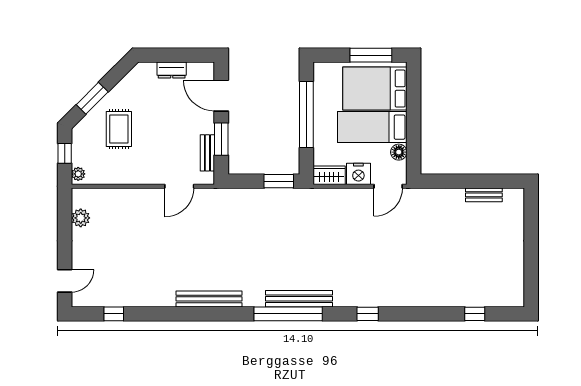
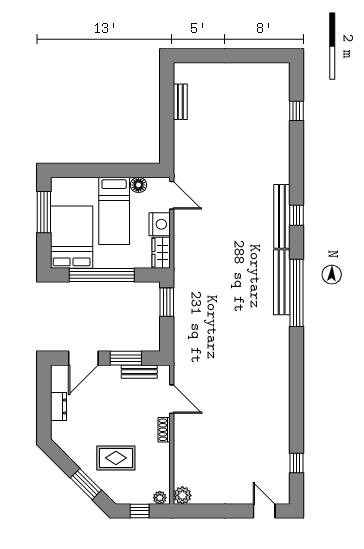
bed: (375, 89) -> (72, 237), moved, turned 180
shoe rack: (148, 178) -> (164, 430), added
plant: (81, 218) -> (182, 495), moved
bench: (209, 299) -> (282, 216), moved

